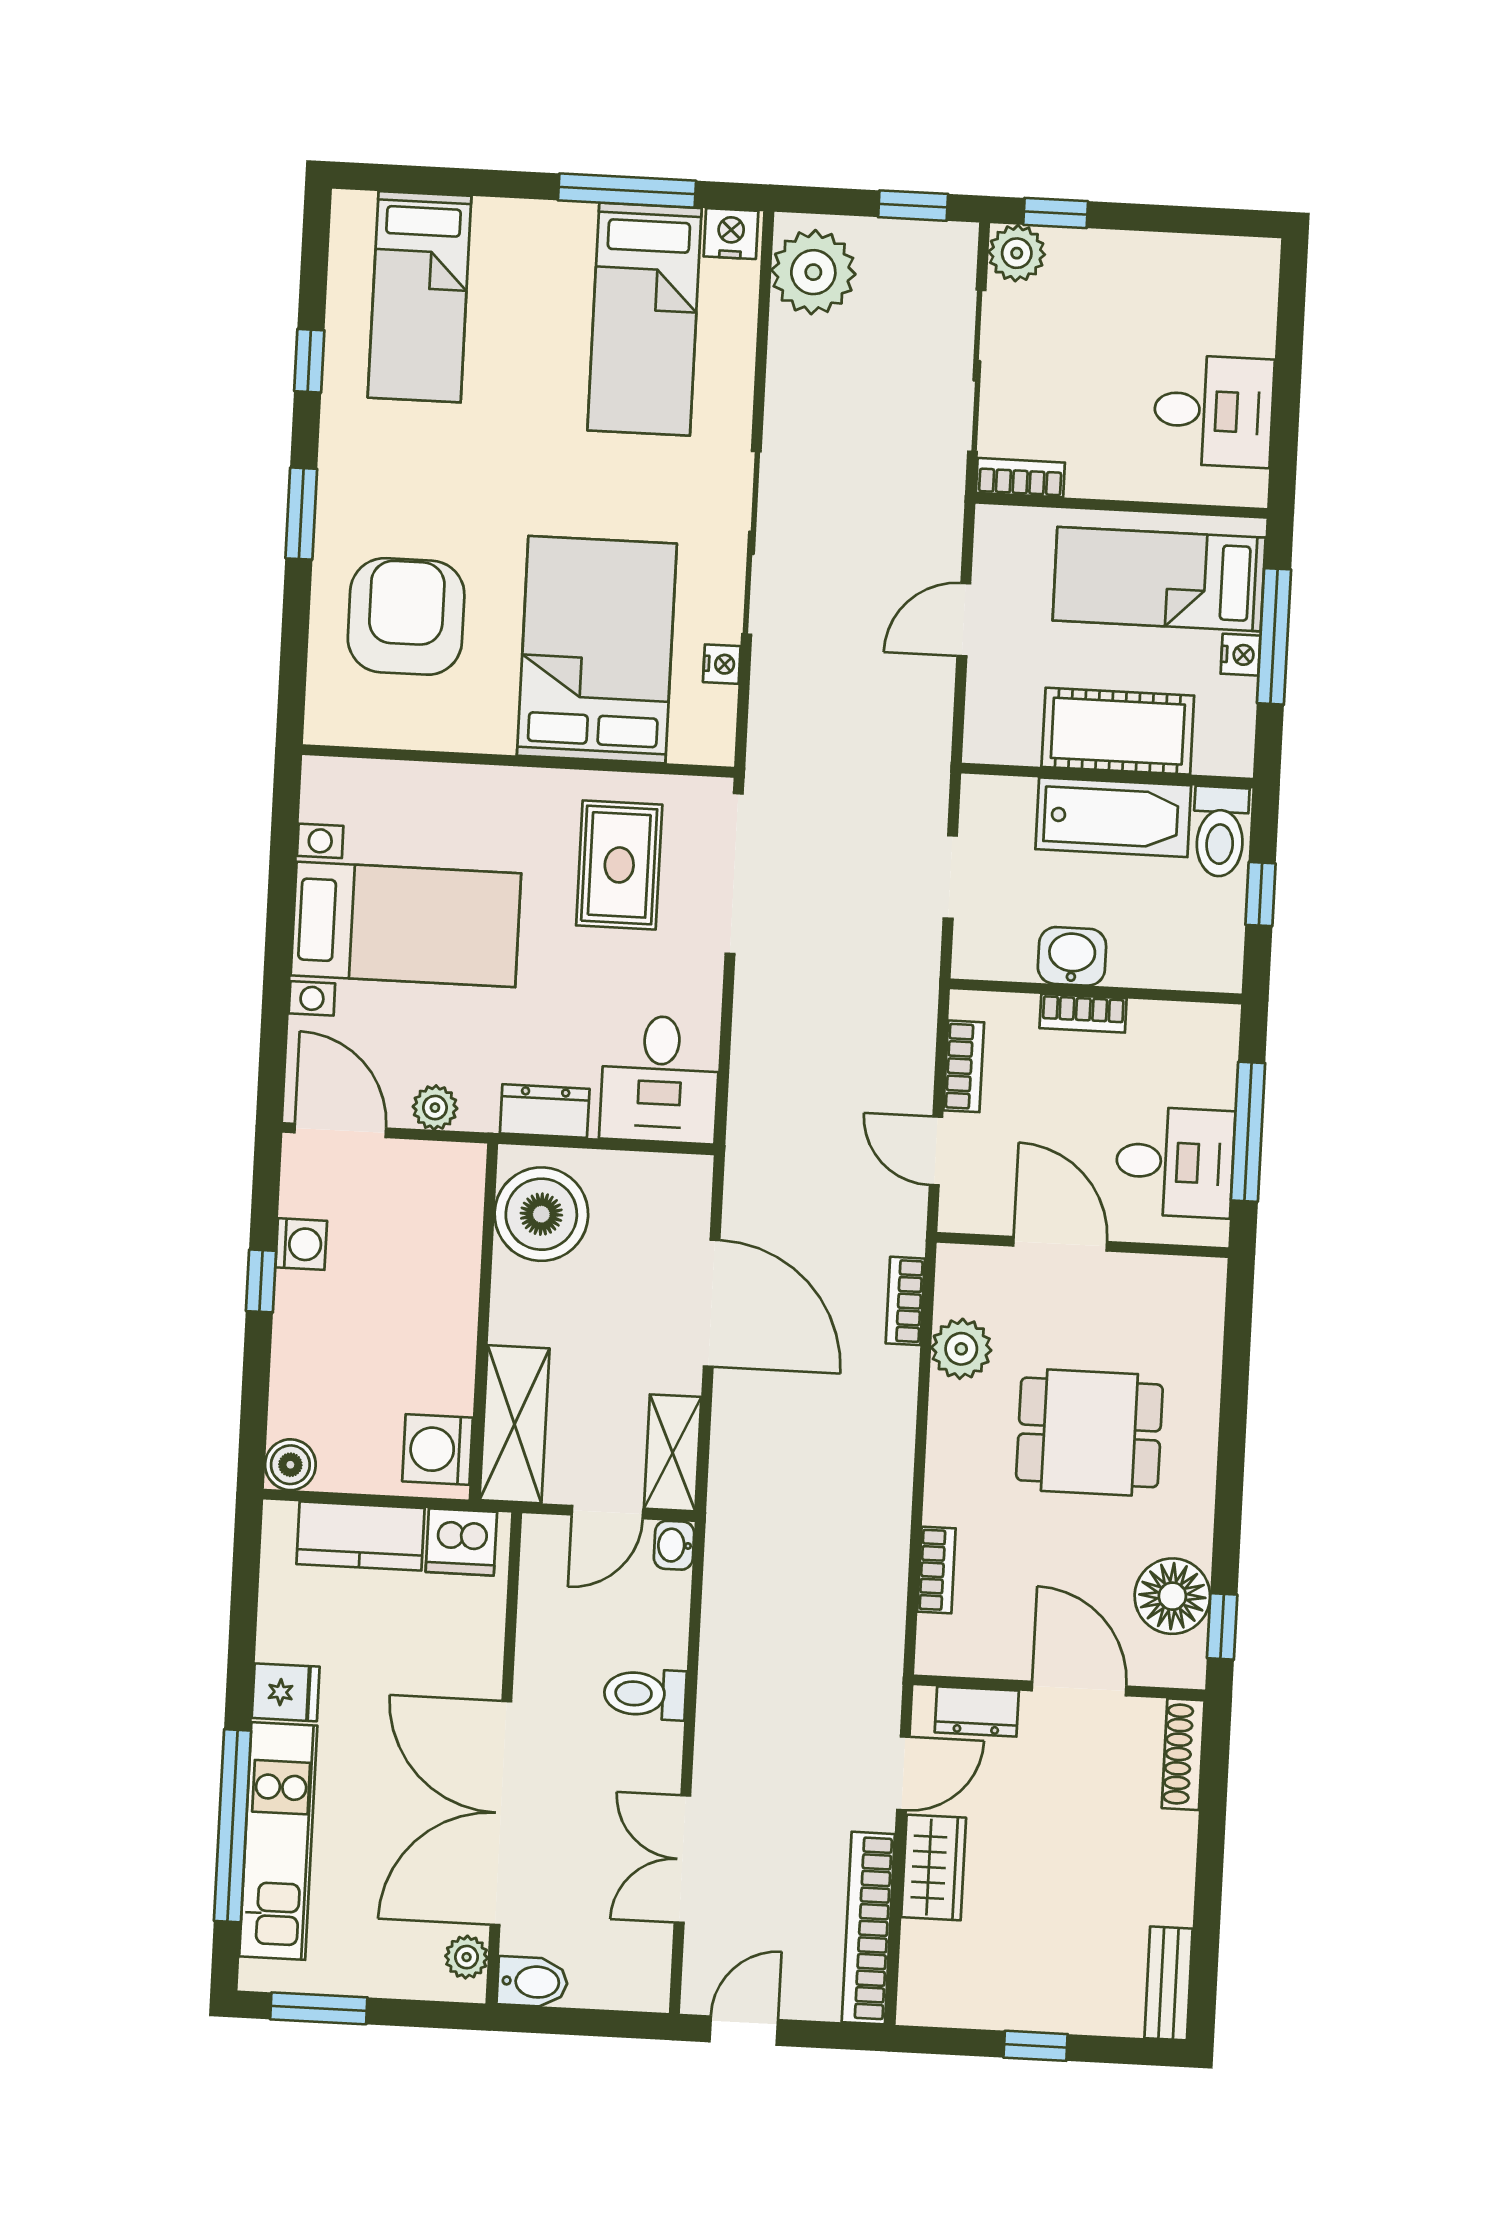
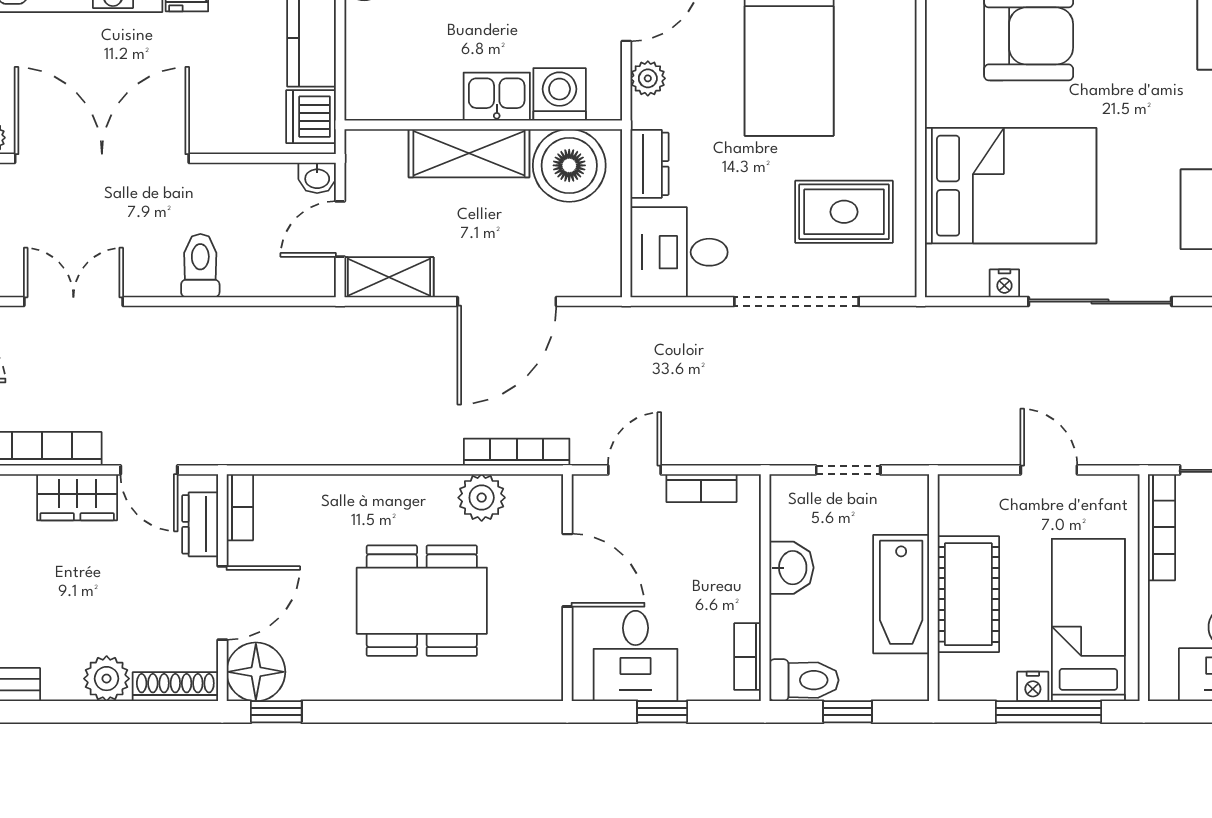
bookcase: (1020, 478) -> (1162, 527), width x1.56
toilet: (1220, 832) -> (804, 680), moved, turned 180
doorway: (734, 874) -> (796, 302), moved
bookcase: (1083, 1013) -> (748, 657), moved
window: (1248, 1132) -> (662, 712), width x0.46
door: (1060, 1244) -> (567, 570), hinge flipped
bookcase: (905, 1301) -> (517, 452), width x1.56
kitchen sink: (448, 1302) -> (497, 97), added
shelving: (515, 1424) -> (469, 153), moved
dining table: (1089, 1432) -> (422, 601), width x1.38
washing machine: (438, 1449) -> (560, 94), moved
door: (607, 1512) -> (340, 229), hinge flipped
washbasin: (674, 1545) -> (317, 178), moved, turned 180
bookcase: (936, 1570) -> (240, 507), moved, turned -90
floor lamp: (1172, 1596) -> (256, 672), moved
plant: (1168, 1842) -> (107, 679), added

